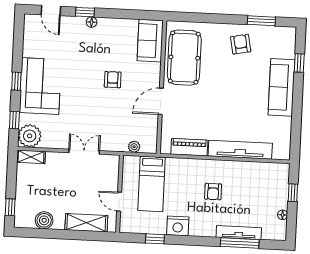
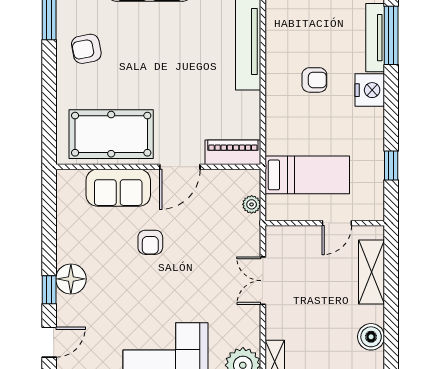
floor lamp: (92, 22) -> (71, 279), width x1.89, depth x1.89
sofa: (150, 41) -> (118, 188), moved
armchair: (113, 80) -> (150, 242), turned -90
door: (161, 101) -> (180, 167), hinge flipped
piano: (189, 147) -> (233, 152), moved, turned 90
nightstand: (178, 226) -> (370, 90), moved

